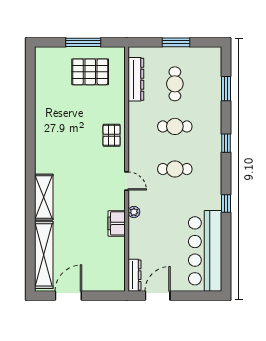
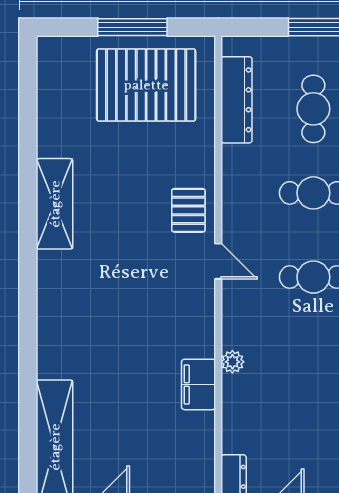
pallet: (90, 72) -> (146, 85), width x1.37, depth x1.41
door: (127, 181) -> (218, 261), moved
shelving: (44, 197) -> (55, 204), moved

